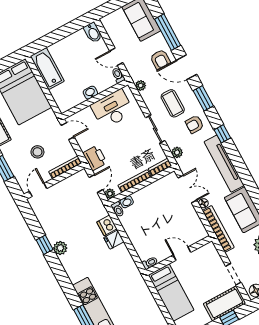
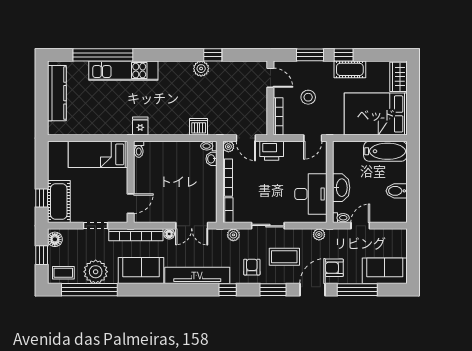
bidet: (93, 33) -> (397, 191), moved
washbasin: (90, 93) -> (341, 188), width x1.91, depth x1.45
fridge: (114, 240) -> (140, 126), moved
door: (182, 254) -> (131, 204), moved
doorway: (233, 274) -> (96, 226), moved

